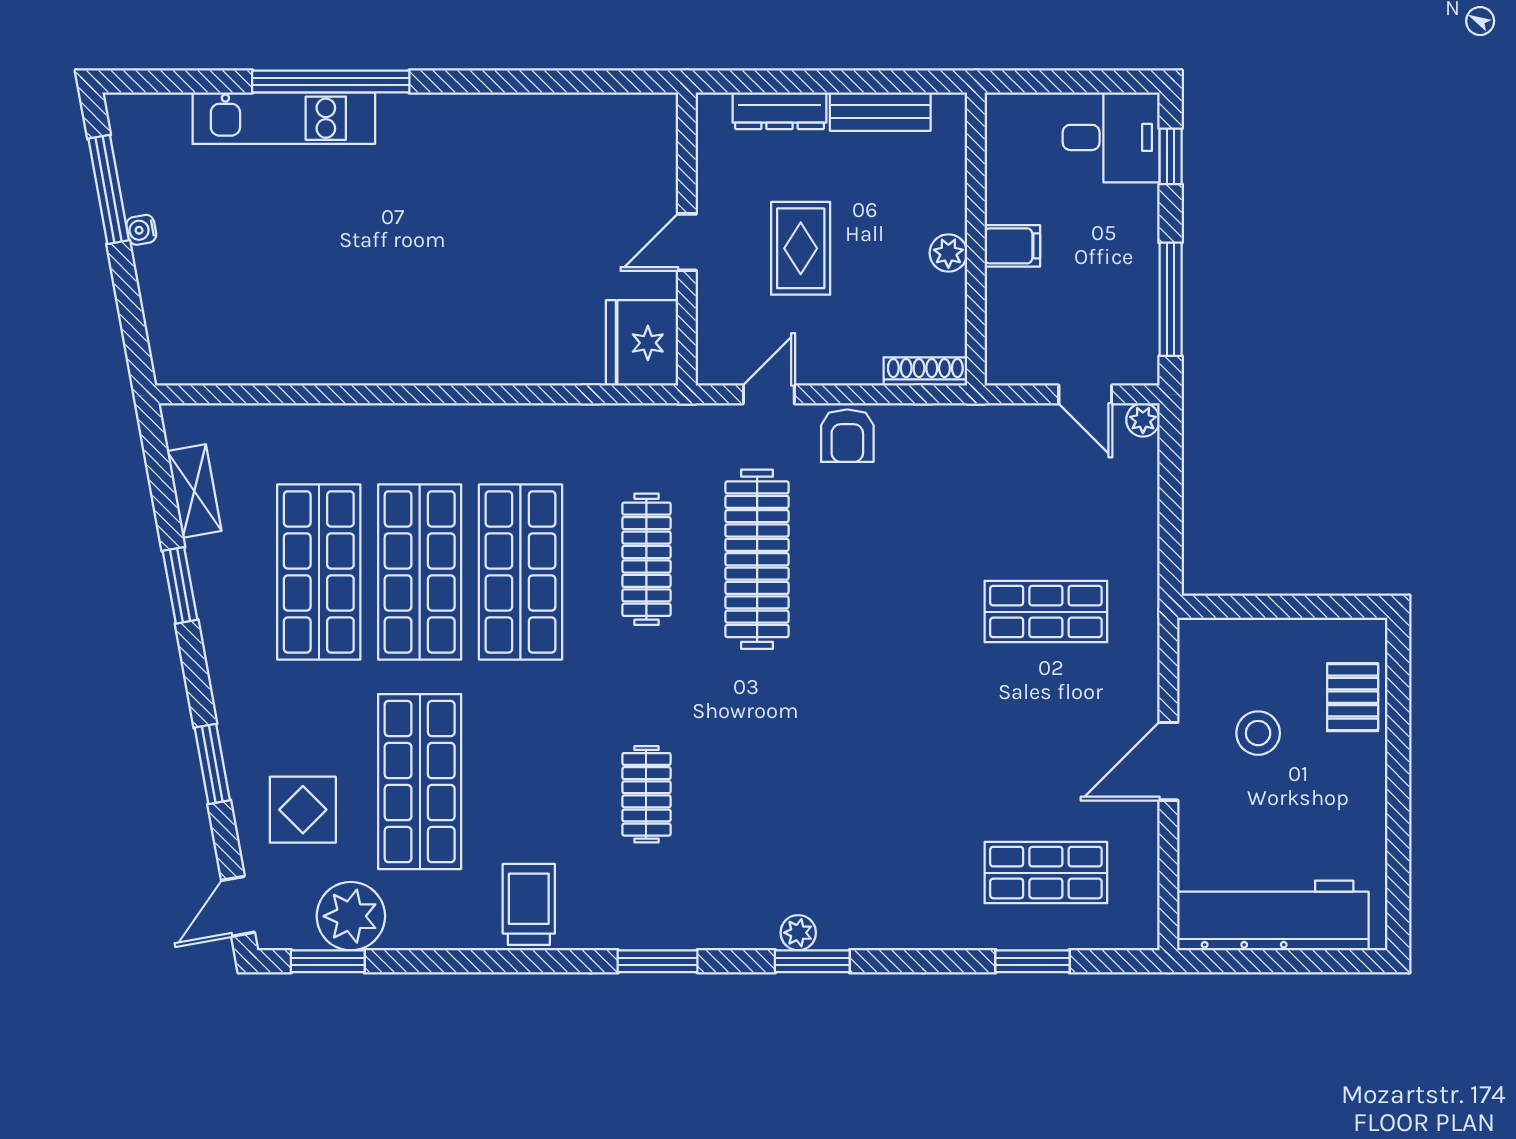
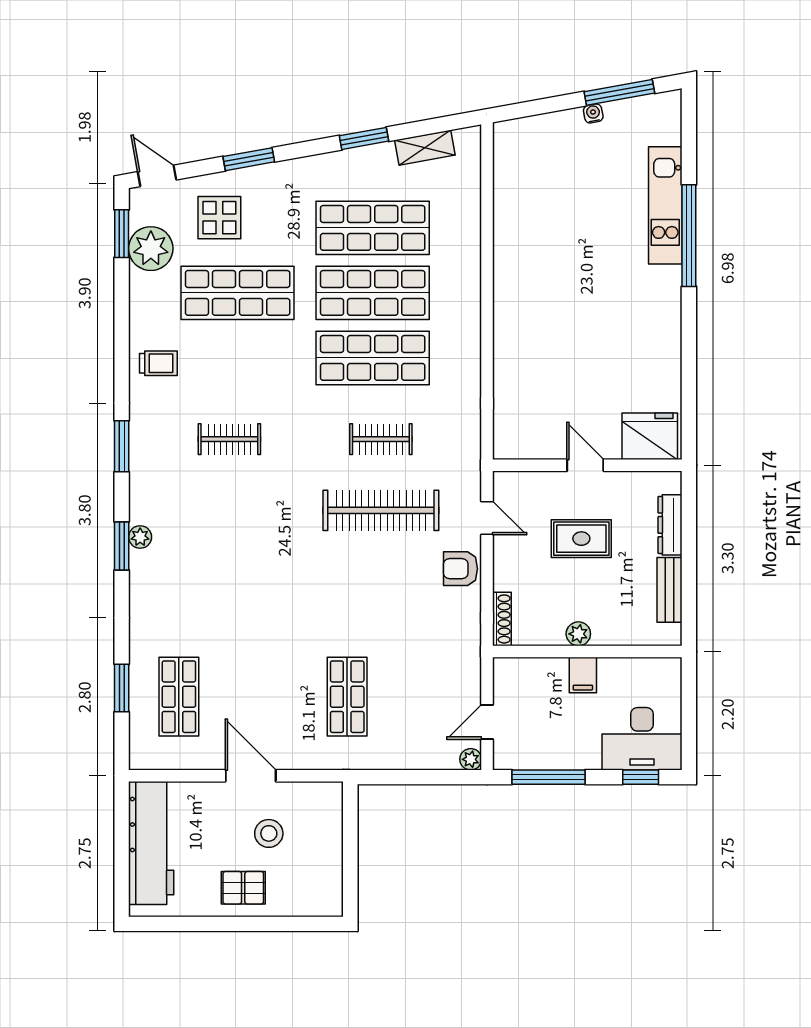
desk: (1111, 137) -> (642, 739), width x1.37
fridge: (642, 343) -> (650, 436), moved
clothes rail: (646, 559) -> (381, 439), width x0.73
pallet: (1353, 697) -> (243, 888), moved
trolley: (529, 904) -> (158, 363), width x0.73, depth x0.72

